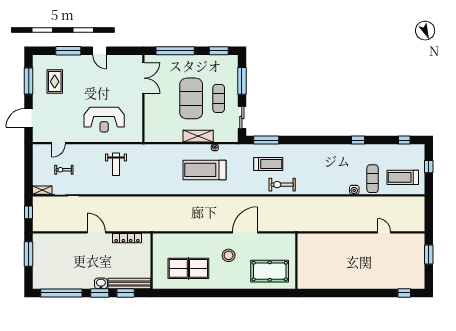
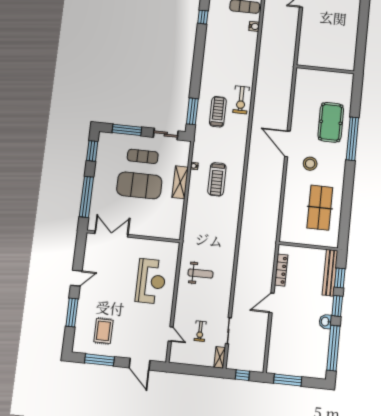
rug: (55, 82) -> (103, 331), turned 90
treadmill: (205, 170) -> (217, 179), width x0.73, depth x0.73
wall: (296, 261) -> (325, 69), moved
washbasin: (101, 283) -> (325, 322), moved
window: (256, 293) -> (352, 139), added

